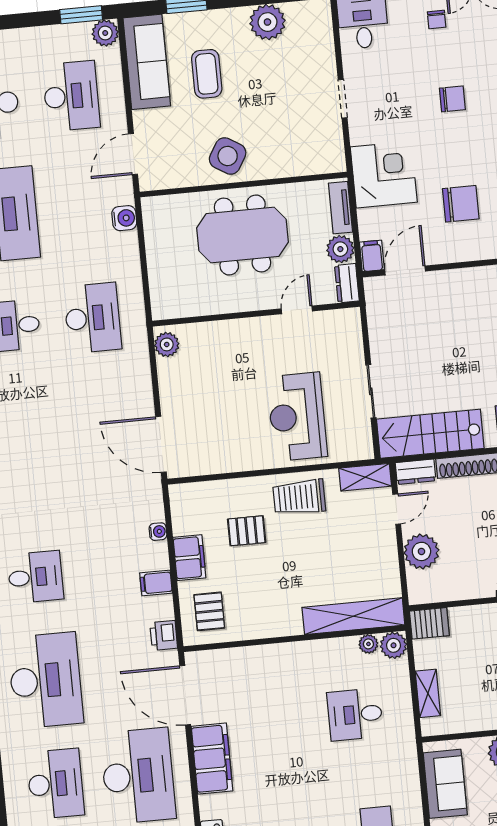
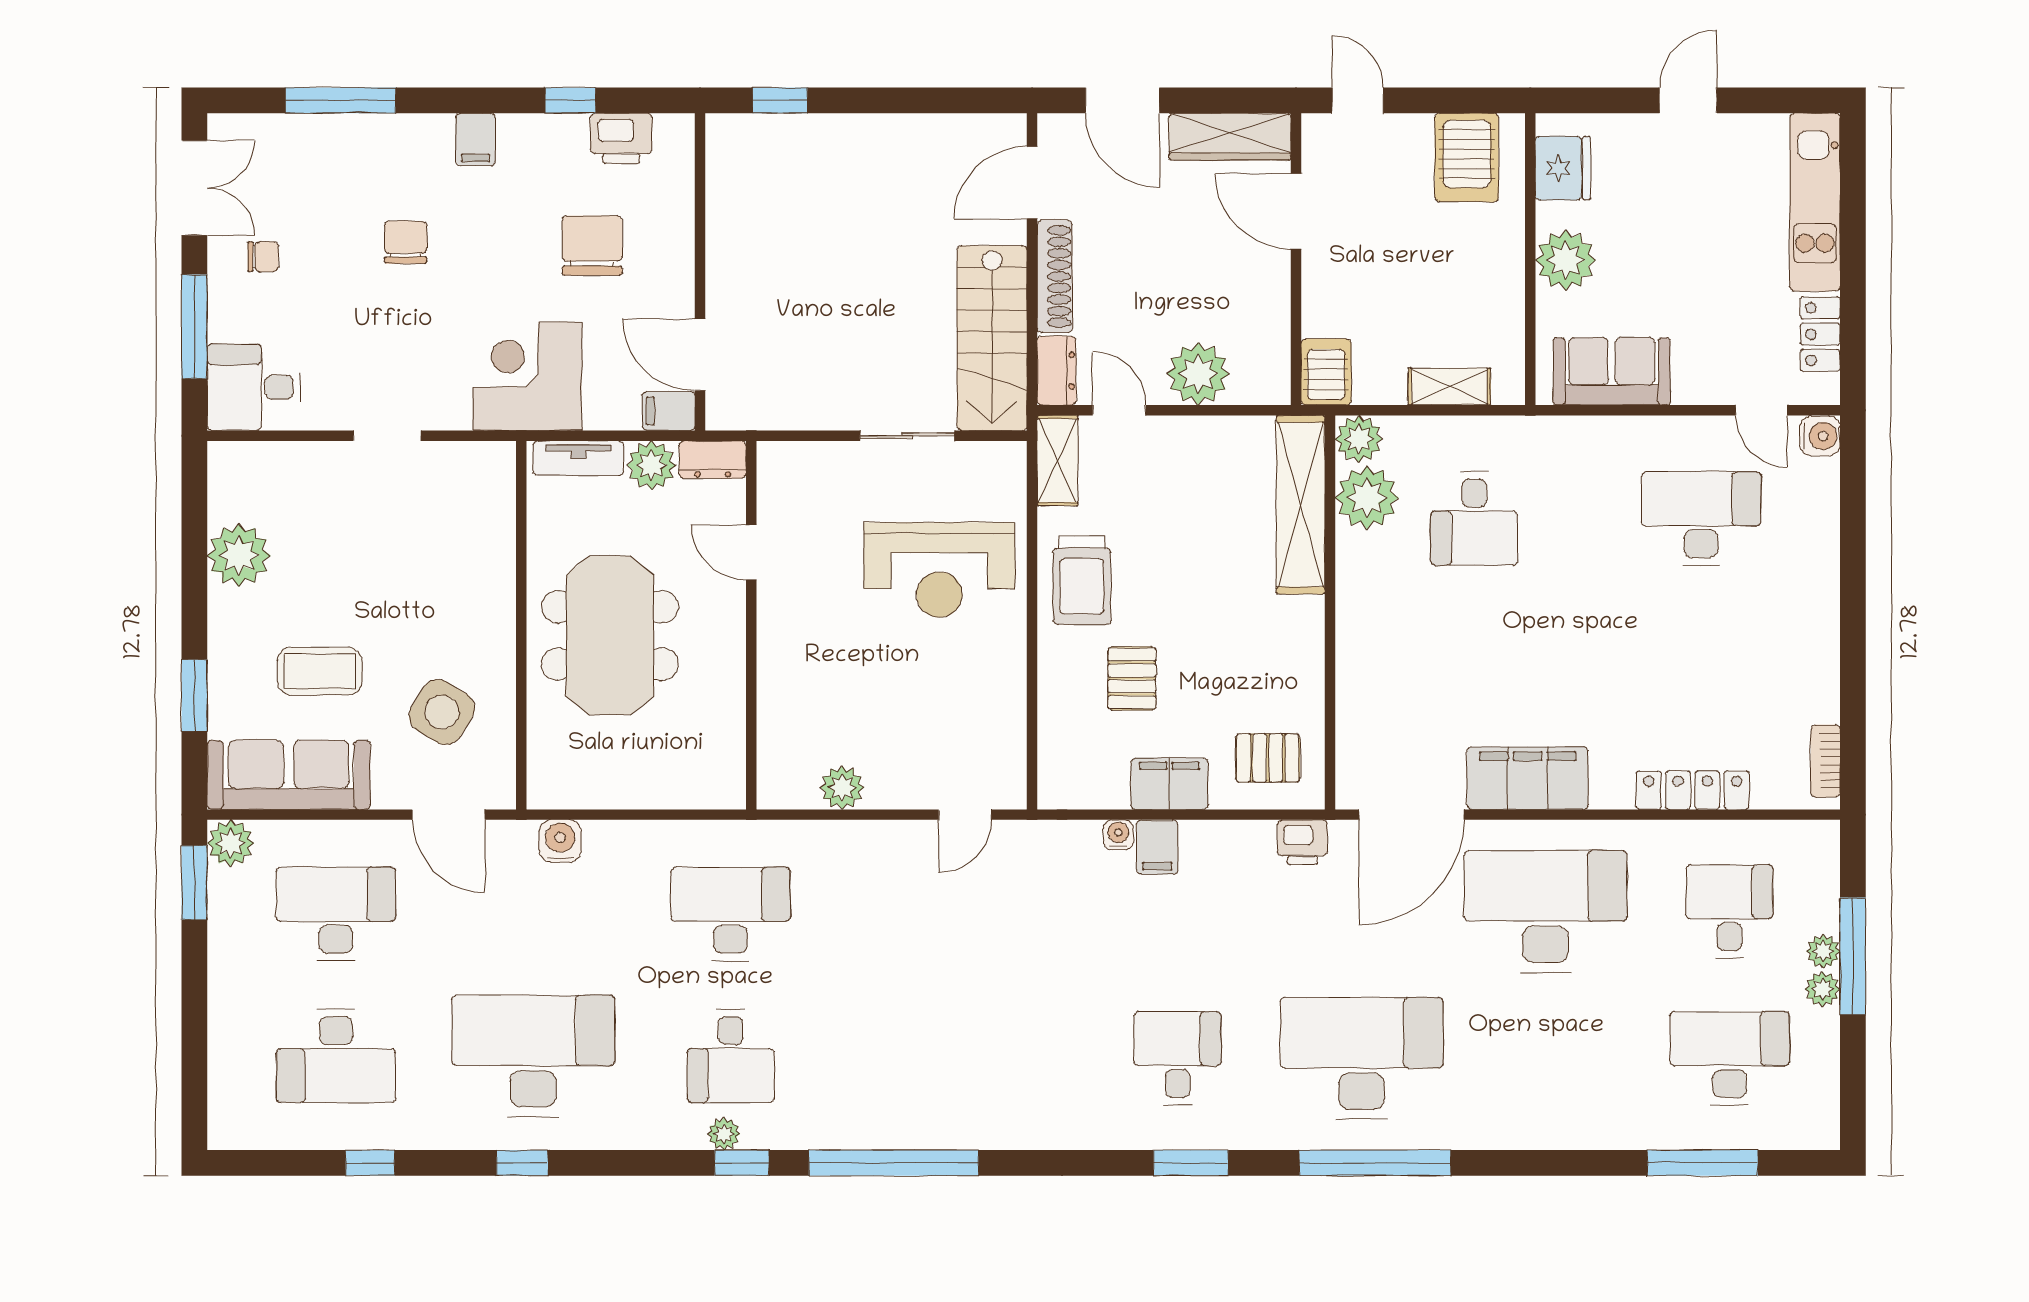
side table: (228, 156) -> (442, 712), moved
plant: (167, 344) -> (842, 788), moved
door: (161, 444) -> (965, 815), width x0.53
filing cabinet: (156, 583) -> (1157, 847), moved
plant: (368, 644) -> (1367, 498), width x1.87, depth x1.87
desk: (55, 784) -> (1546, 1058), removed

